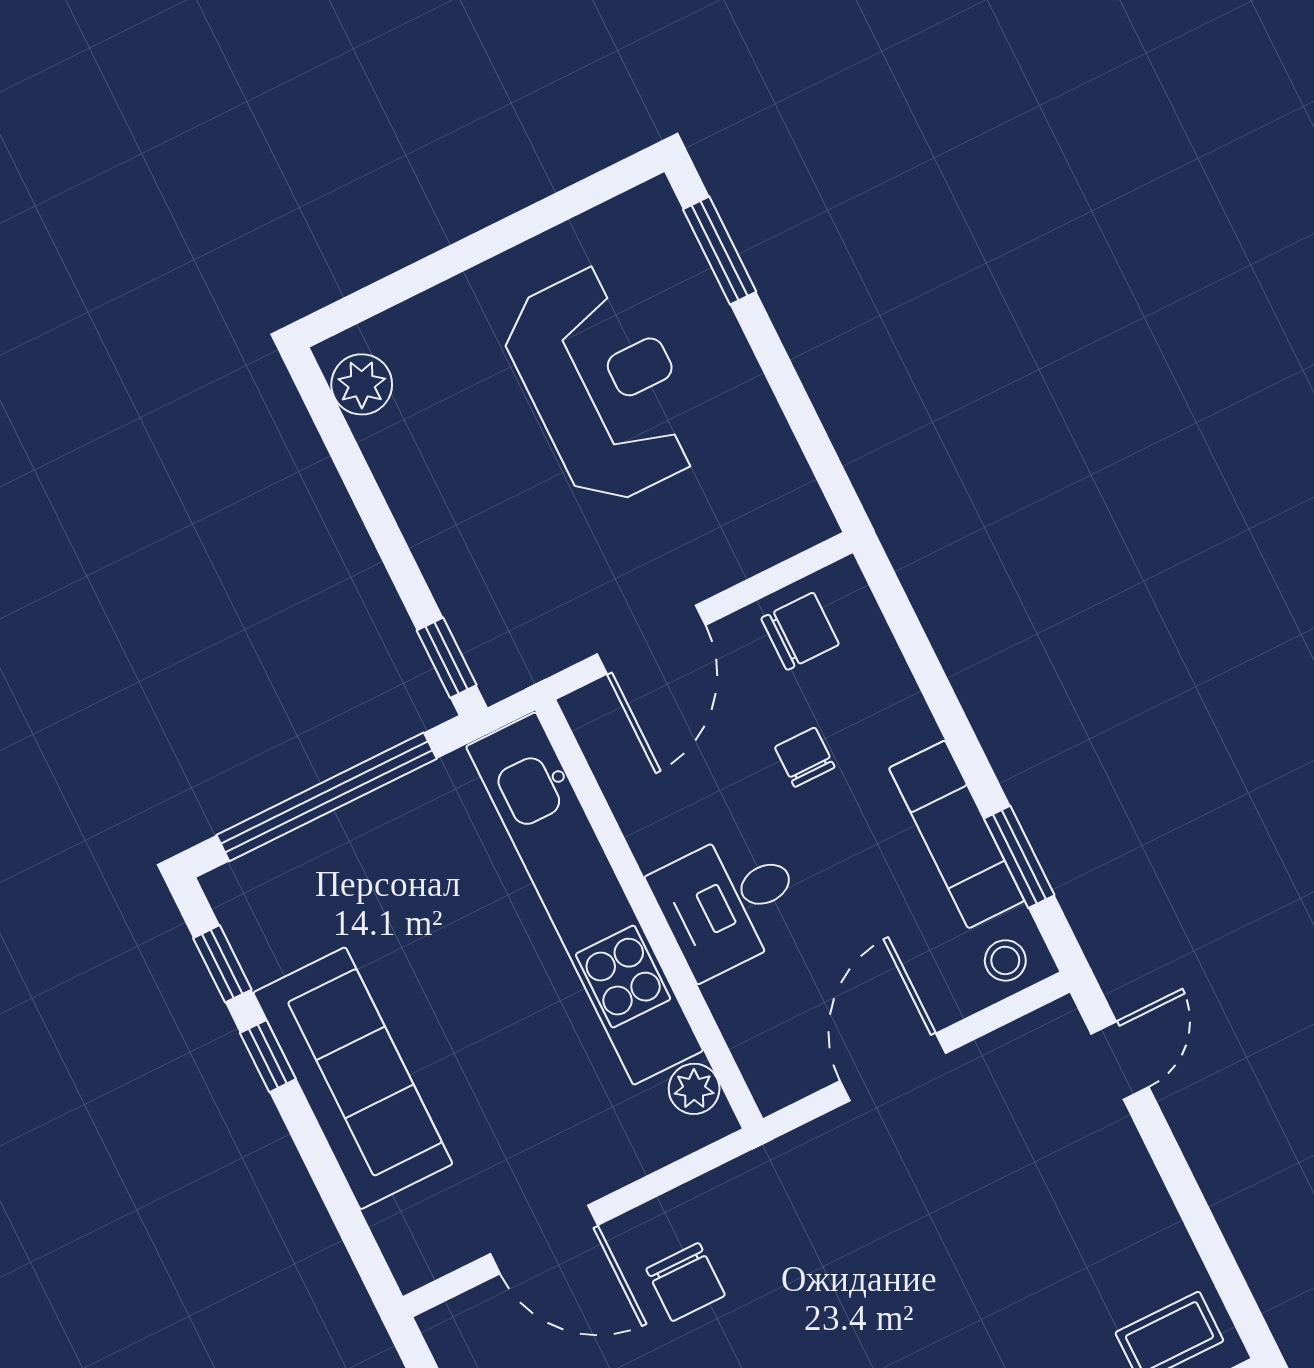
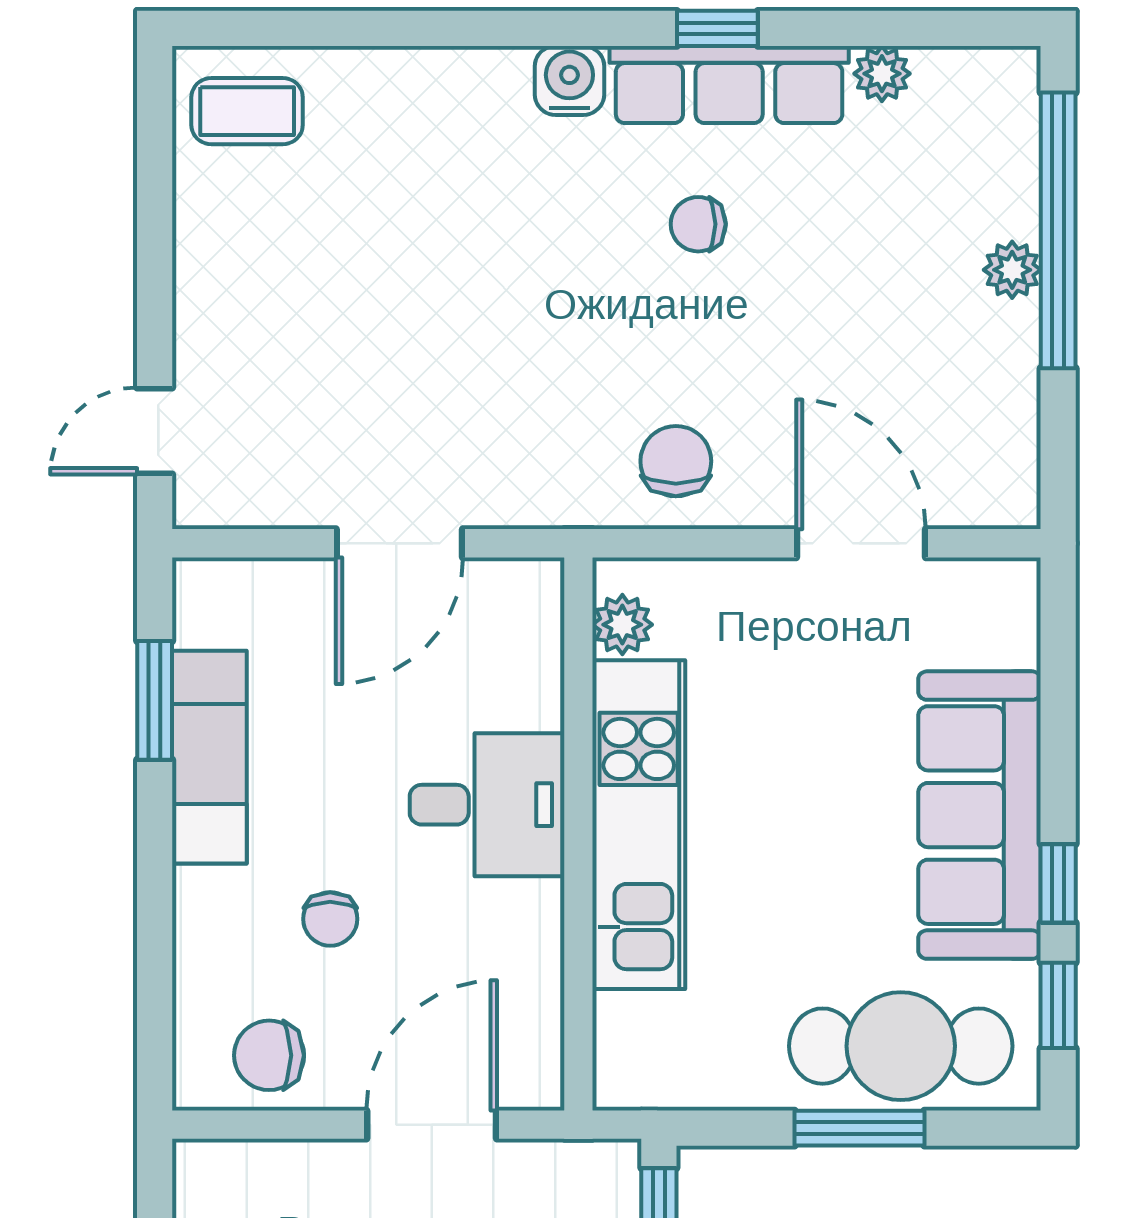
window: (327, 797) -> (860, 1128), width x0.47
cafe table: (326, 874) -> (901, 1046), added
kitchen unit: (585, 899) -> (639, 825), width x0.73
stool: (1005, 960) -> (224, 598), removed
chair: (686, 1282) -> (676, 461), moved

